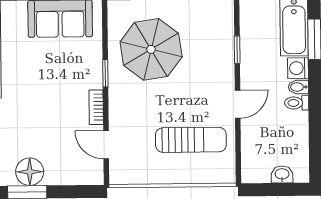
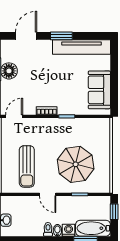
parasol: (151, 49) -> (76, 164), moved
door: (106, 145) -> (14, 116), moved

